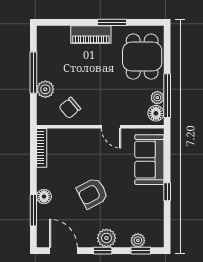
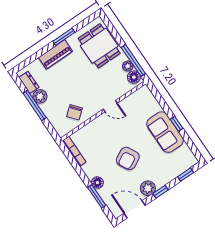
dresser: (44, 45) -> (29, 82), added
plant: (45, 89) -> (40, 96), moved
sofa: (149, 160) -> (165, 132), moved
plant: (106, 238) -> (148, 188), moved
plant: (138, 240) -> (179, 169), removed

